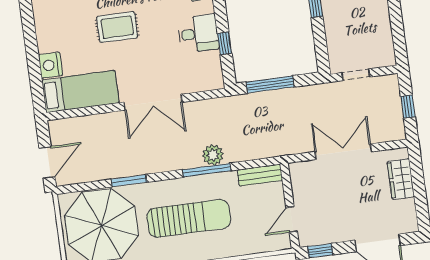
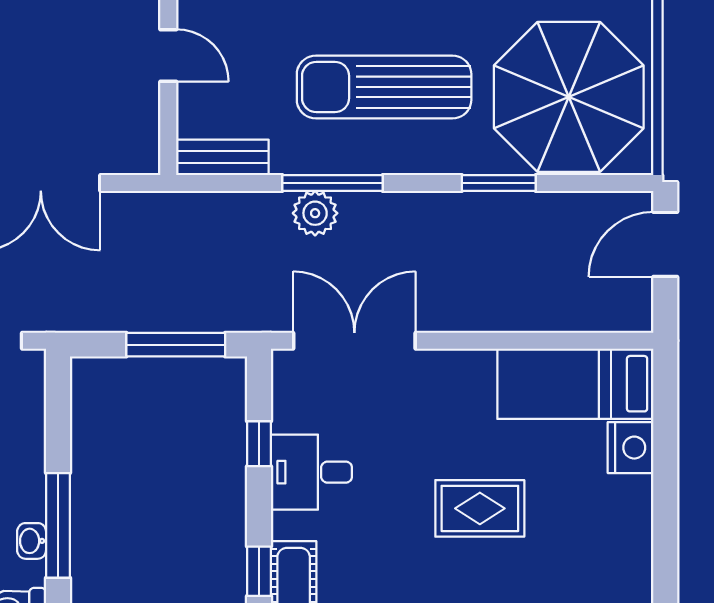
double door: (153, 102) -> (354, 341), moved
door: (292, 219) -> (168, 56), hinge flipped

